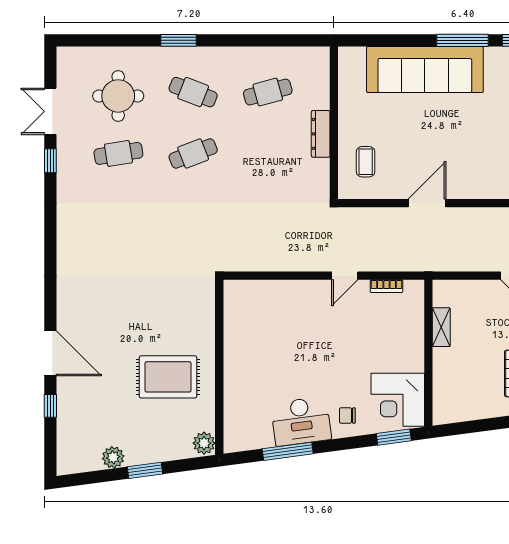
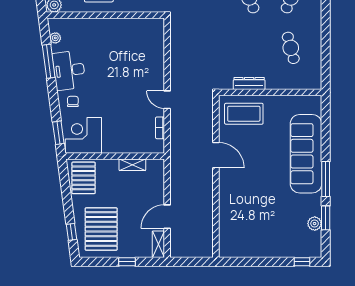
dresser: (321, 134) -> (249, 83), moved
coffee table: (366, 162) -> (244, 114), width x1.86, depth x1.72
pallet: (461, 400) -> (84, 178), added
plant: (253, 442) -> (55, 38), added

